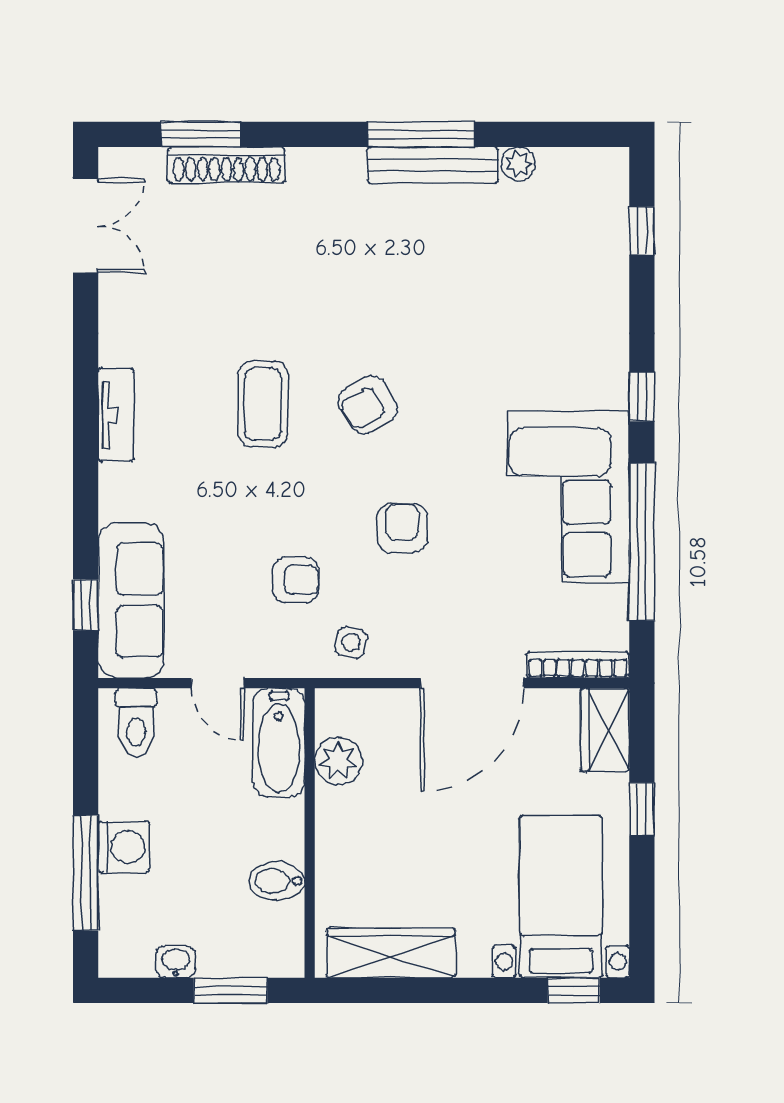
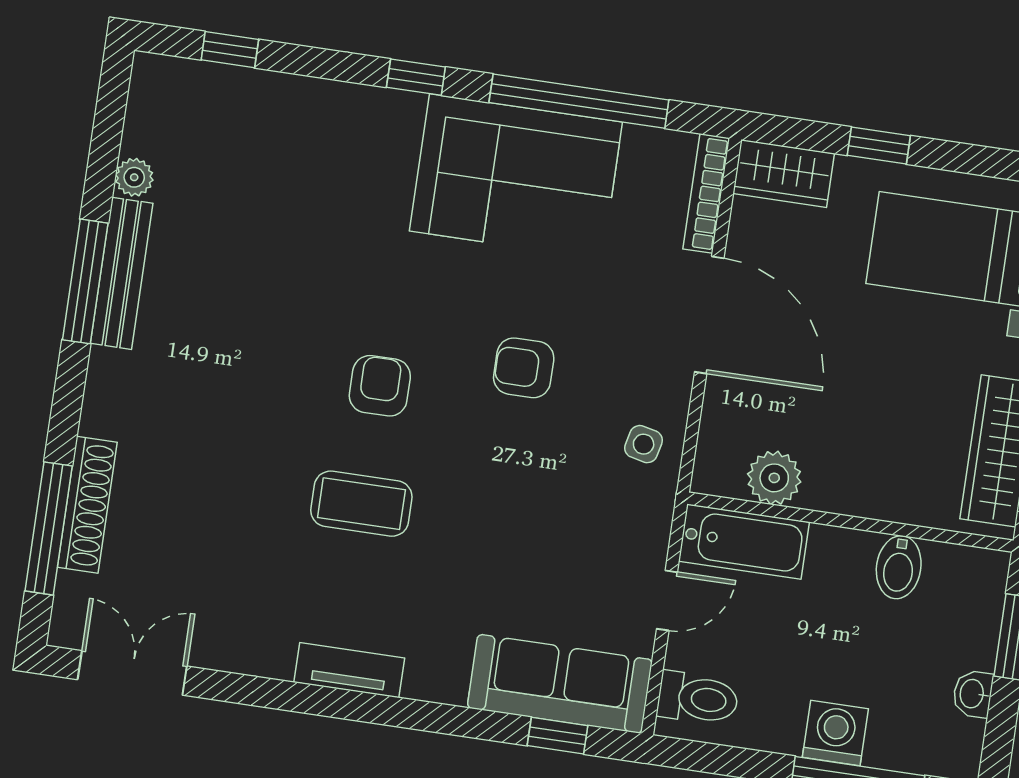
window: (201, 134) -> (49, 528), width x1.44
armchair: (368, 405) -> (380, 386), turned -149
armchair: (296, 580) -> (564, 496), removed

